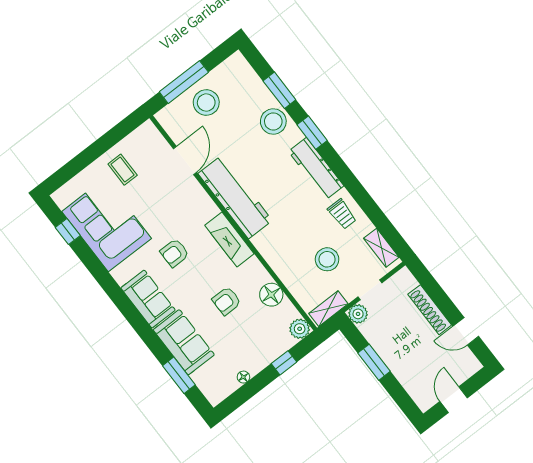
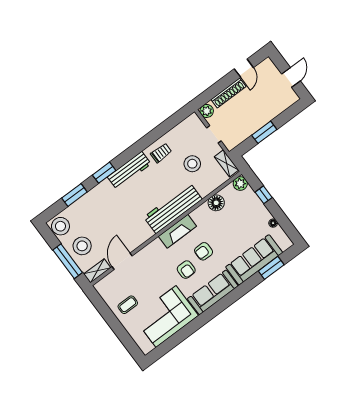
stool: (273, 121) -> (60, 226), moved
door: (185, 161) -> (122, 261), hinge flipped
workbench: (235, 197) -> (173, 208), moved
window: (68, 231) -> (170, 343), removed
shelving: (381, 248) -> (97, 271), moved
sofa: (148, 299) -> (213, 292), width x1.36
armchair: (226, 301) -> (204, 251), moved, turned 90
plant: (358, 314) -> (207, 111), moved
sofa: (184, 342) -> (254, 260), width x1.36
door: (454, 400) -> (291, 77), swing flipped

